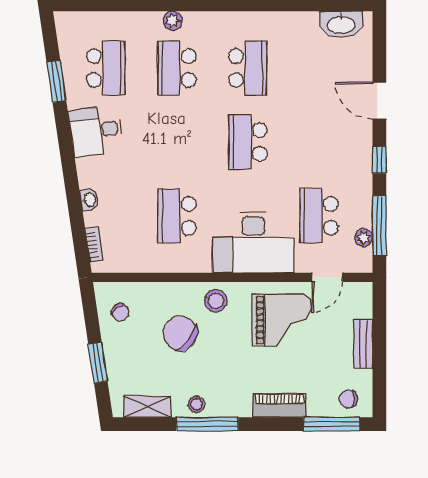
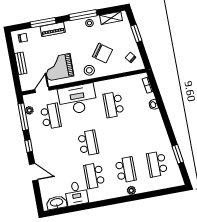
desk: (96, 131) -> (76, 193), moved, turned 98
school desk: (177, 216) -> (113, 105), turned 180
window: (331, 424) -> (43, 23), moved

